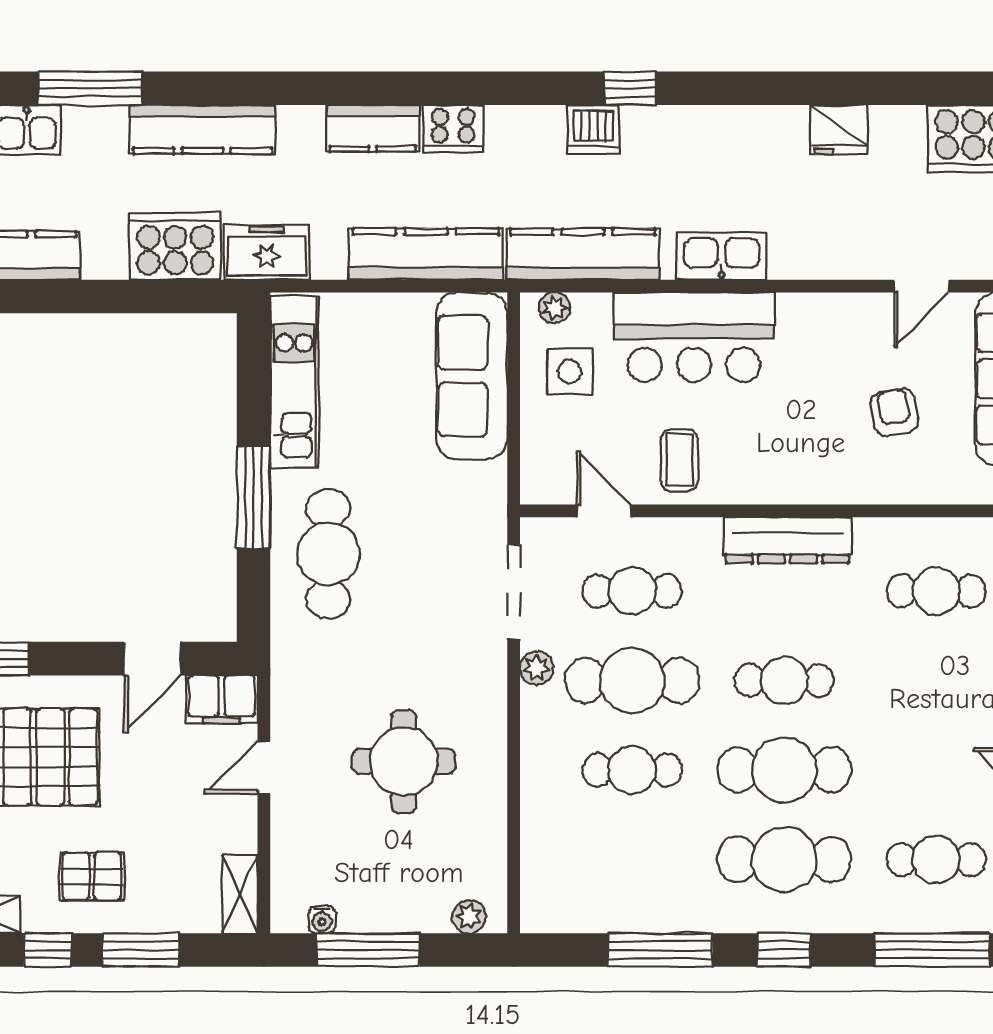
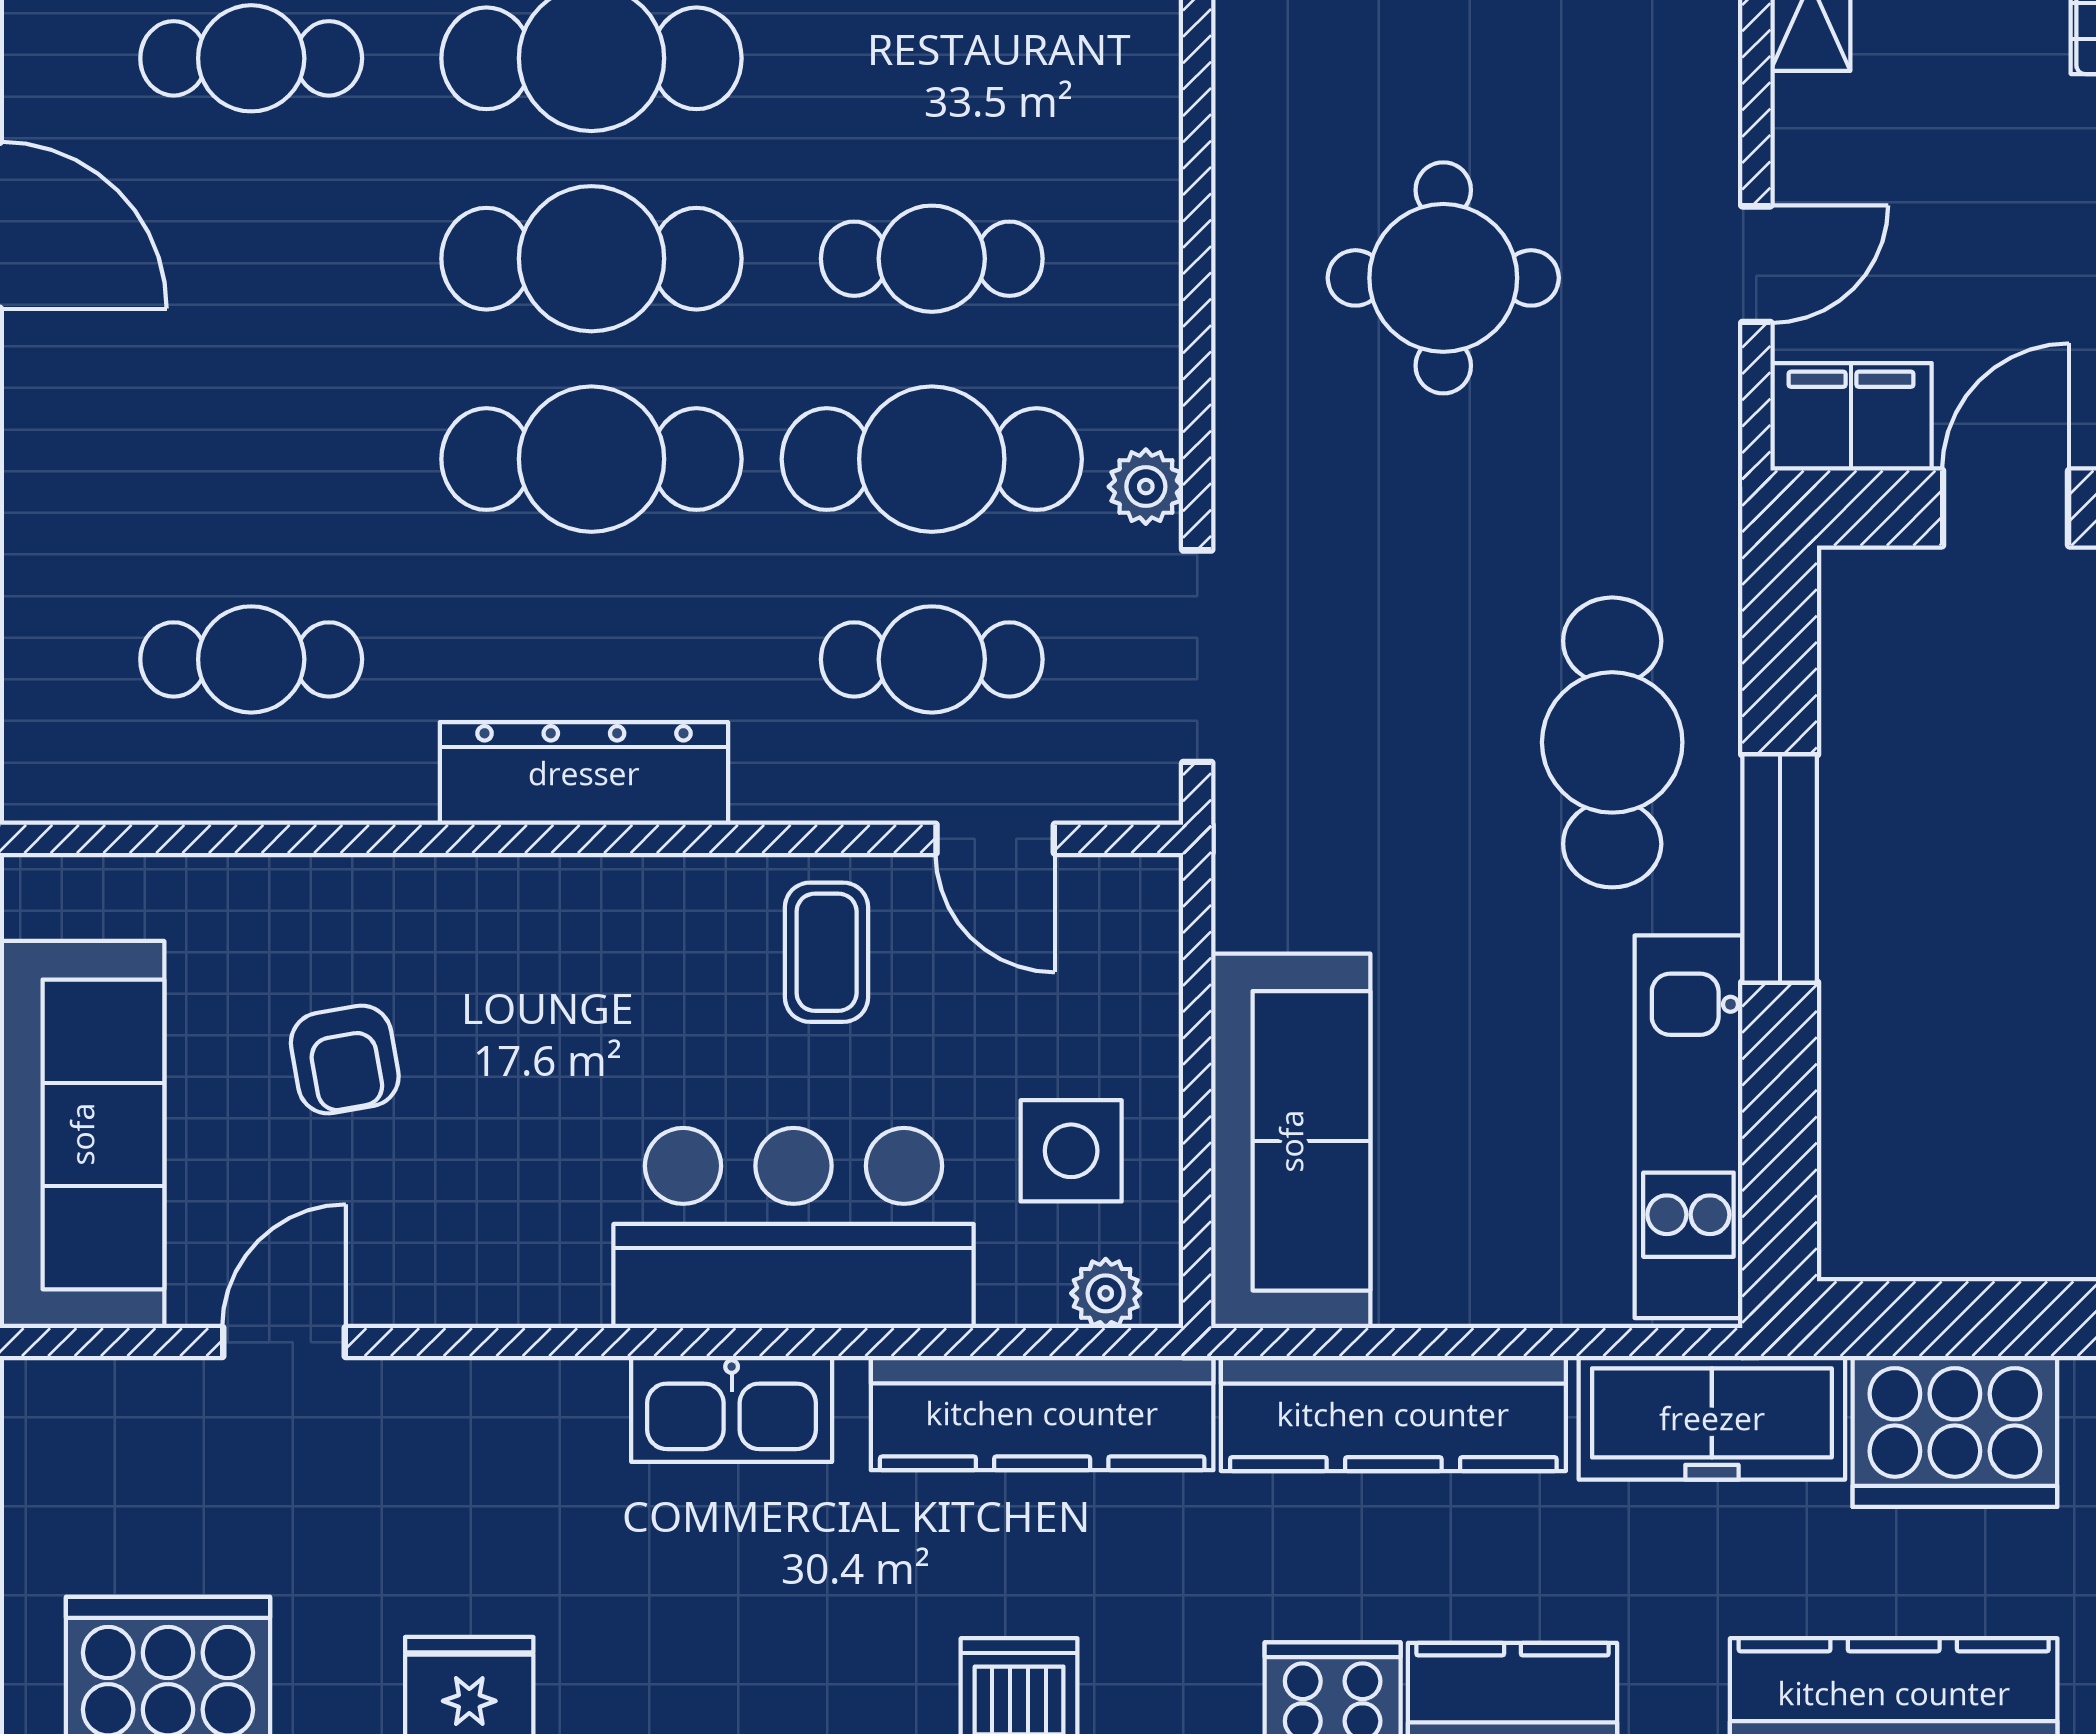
freezer: (267, 252) -> (1712, 1418), width x1.40
cafe table: (784, 680) -> (591, 459), width x1.37, depth x1.35

